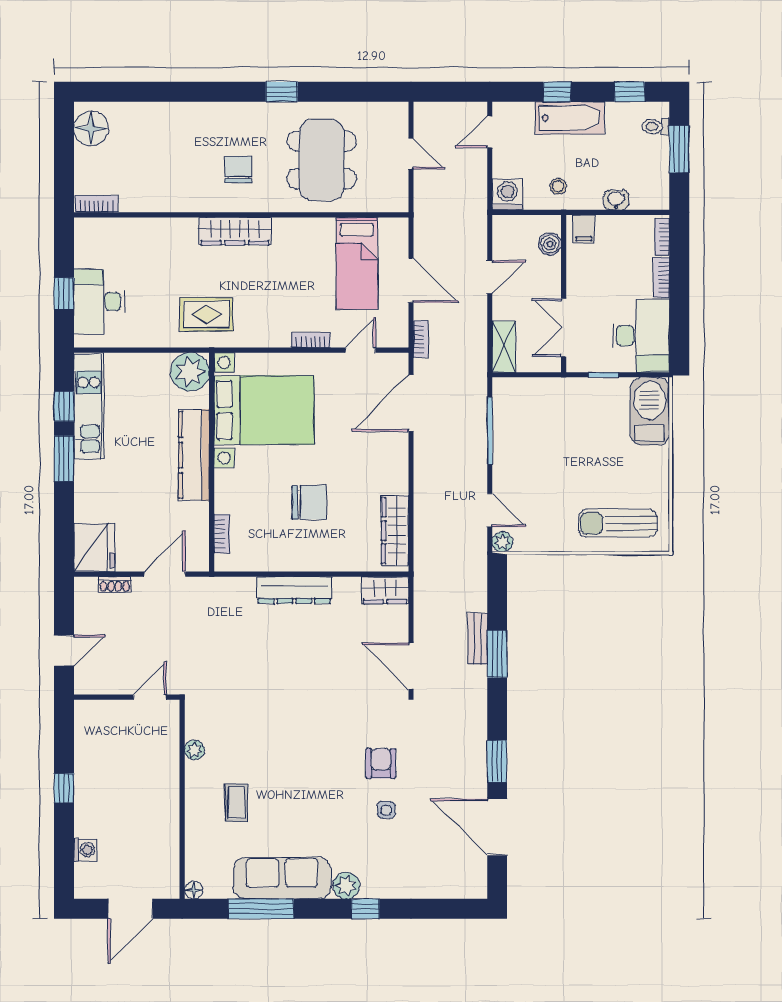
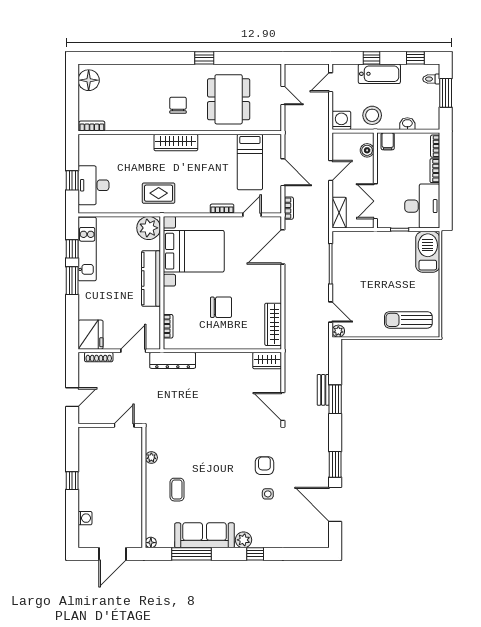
stool: (558, 186) -> (372, 115), width x1.89, depth x1.89
shoe rack: (115, 584) -> (99, 357), width x1.43
dresser: (294, 590) -> (173, 360), moved

